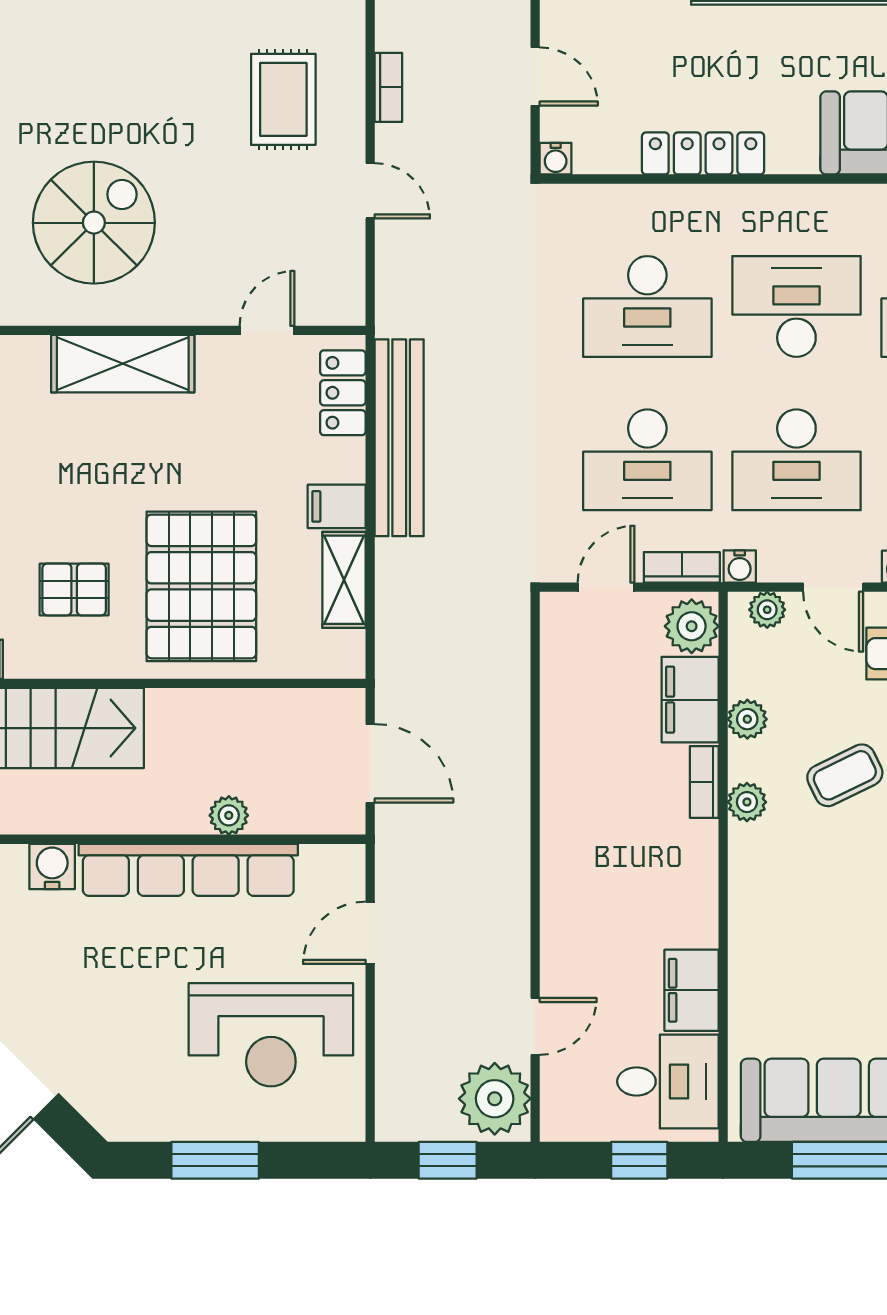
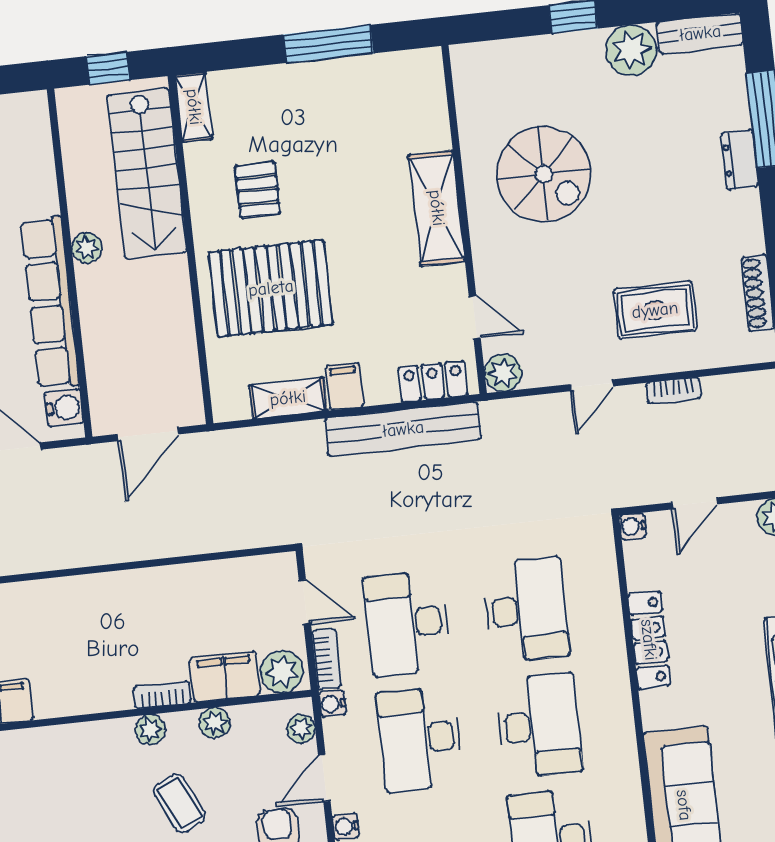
plant: (342, 302) -> (503, 373), added
desk: (647, 306) -> (526, 610), turned 180
plant: (229, 815) -> (87, 248), moved
water cooler: (52, 867) -> (64, 408), moved

